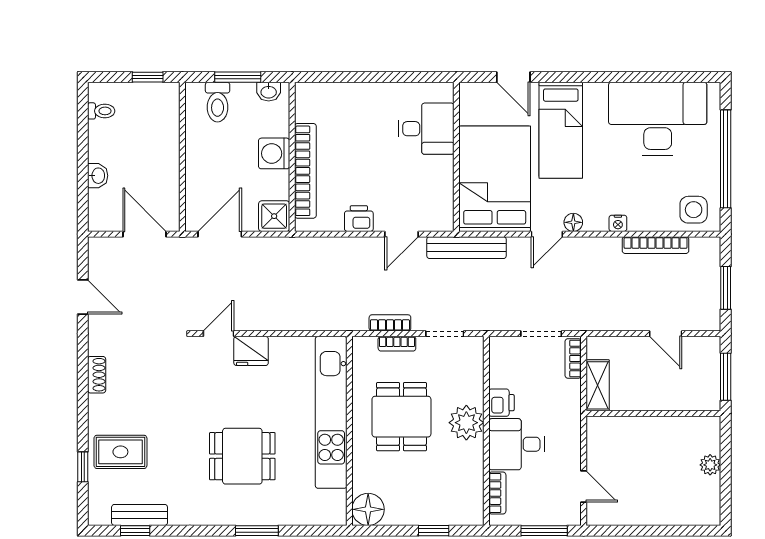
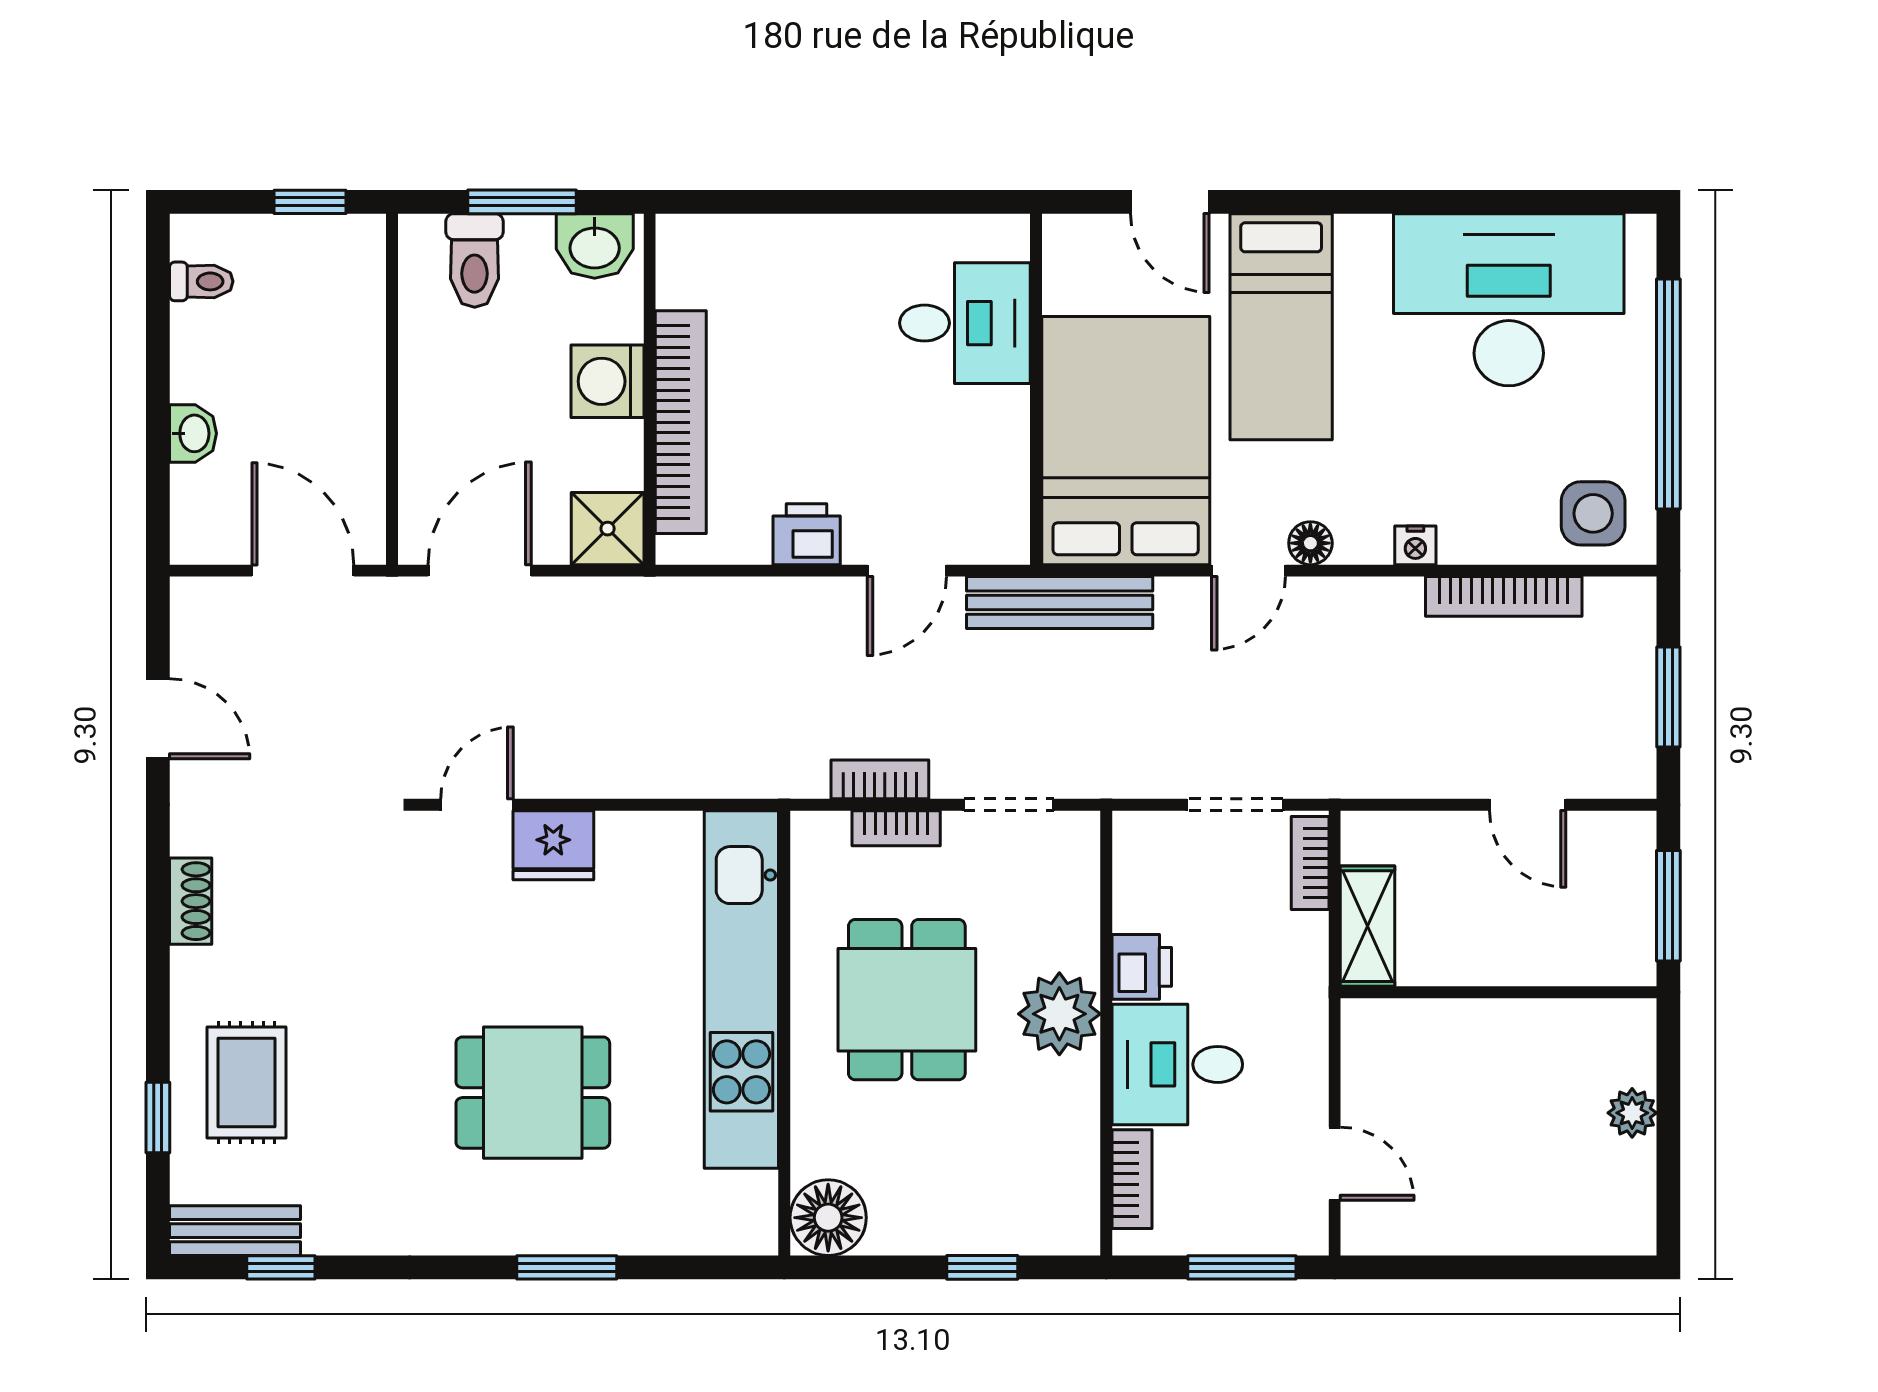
washbasin: (269, 92) -> (595, 246), width x1.38, depth x1.45
rug: (120, 452) -> (247, 1083), turned 90
bench: (140, 515) -> (235, 1231), moved

